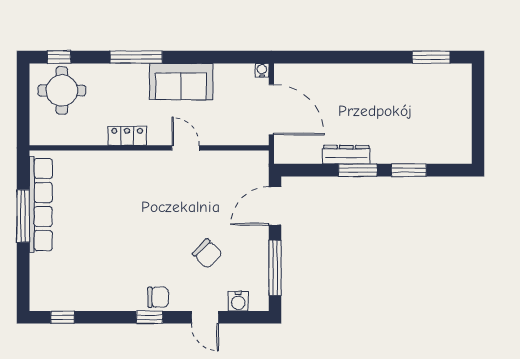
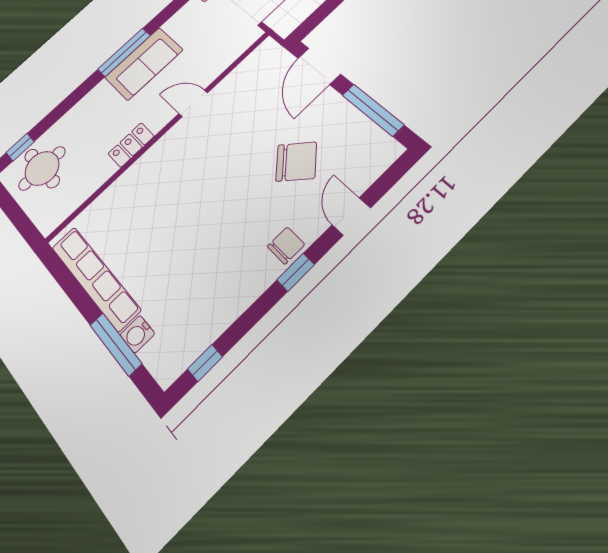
window: (136, 57) -> (124, 52), moved
window: (23, 216) -> (116, 344), moved
chair: (207, 254) -> (296, 162), width x1.37, depth x1.37
water cooler: (238, 301) -> (137, 334), moved, turned 90
door: (205, 317) -> (351, 216), swing flipped

